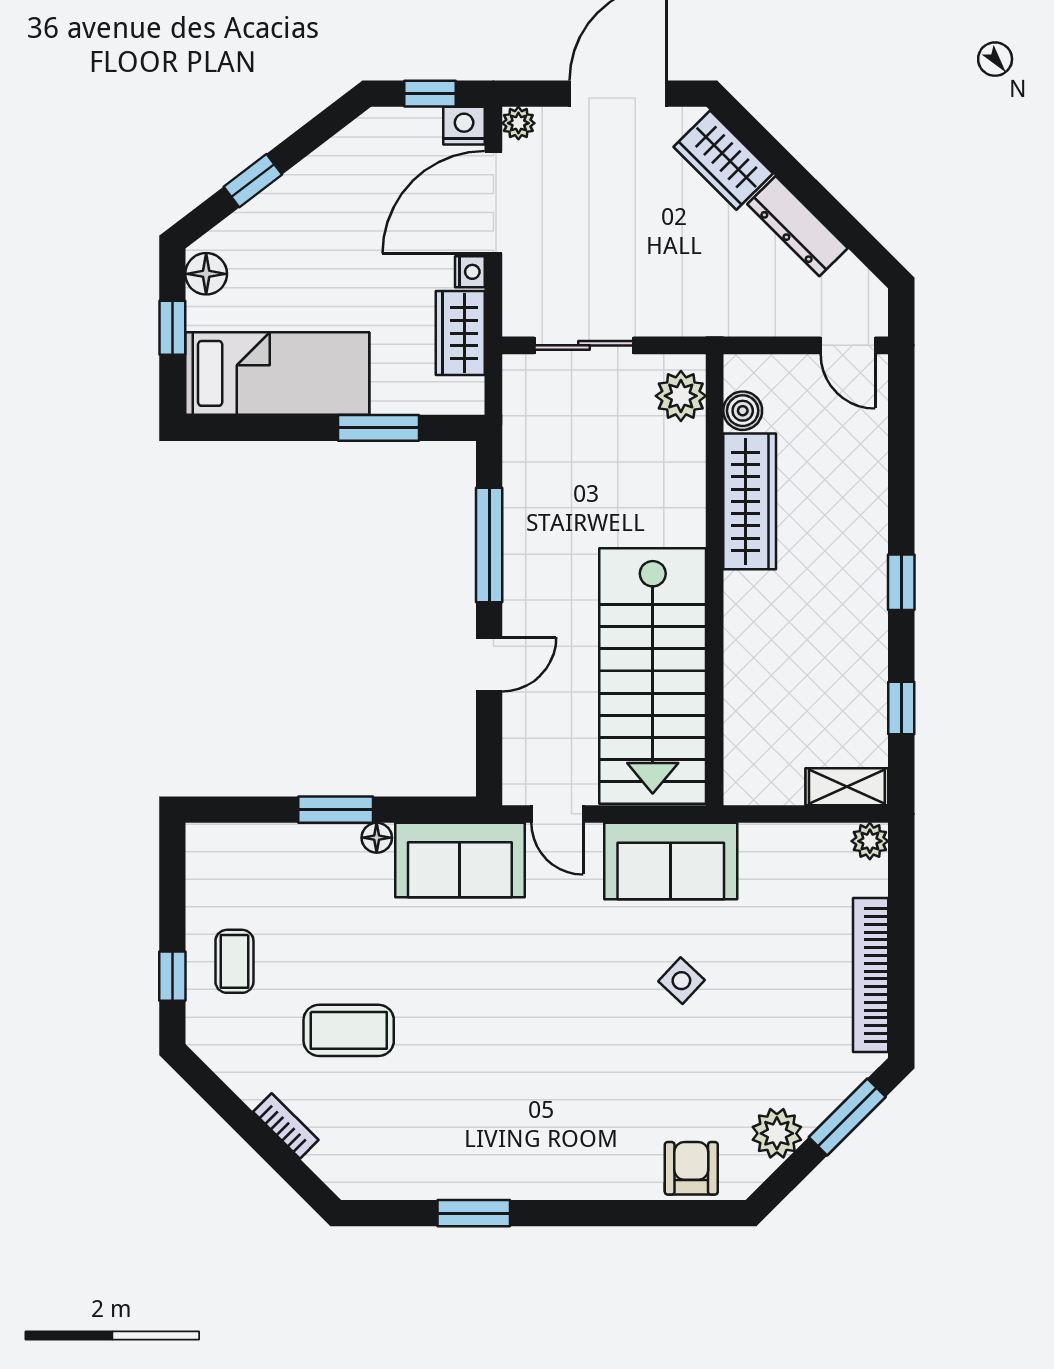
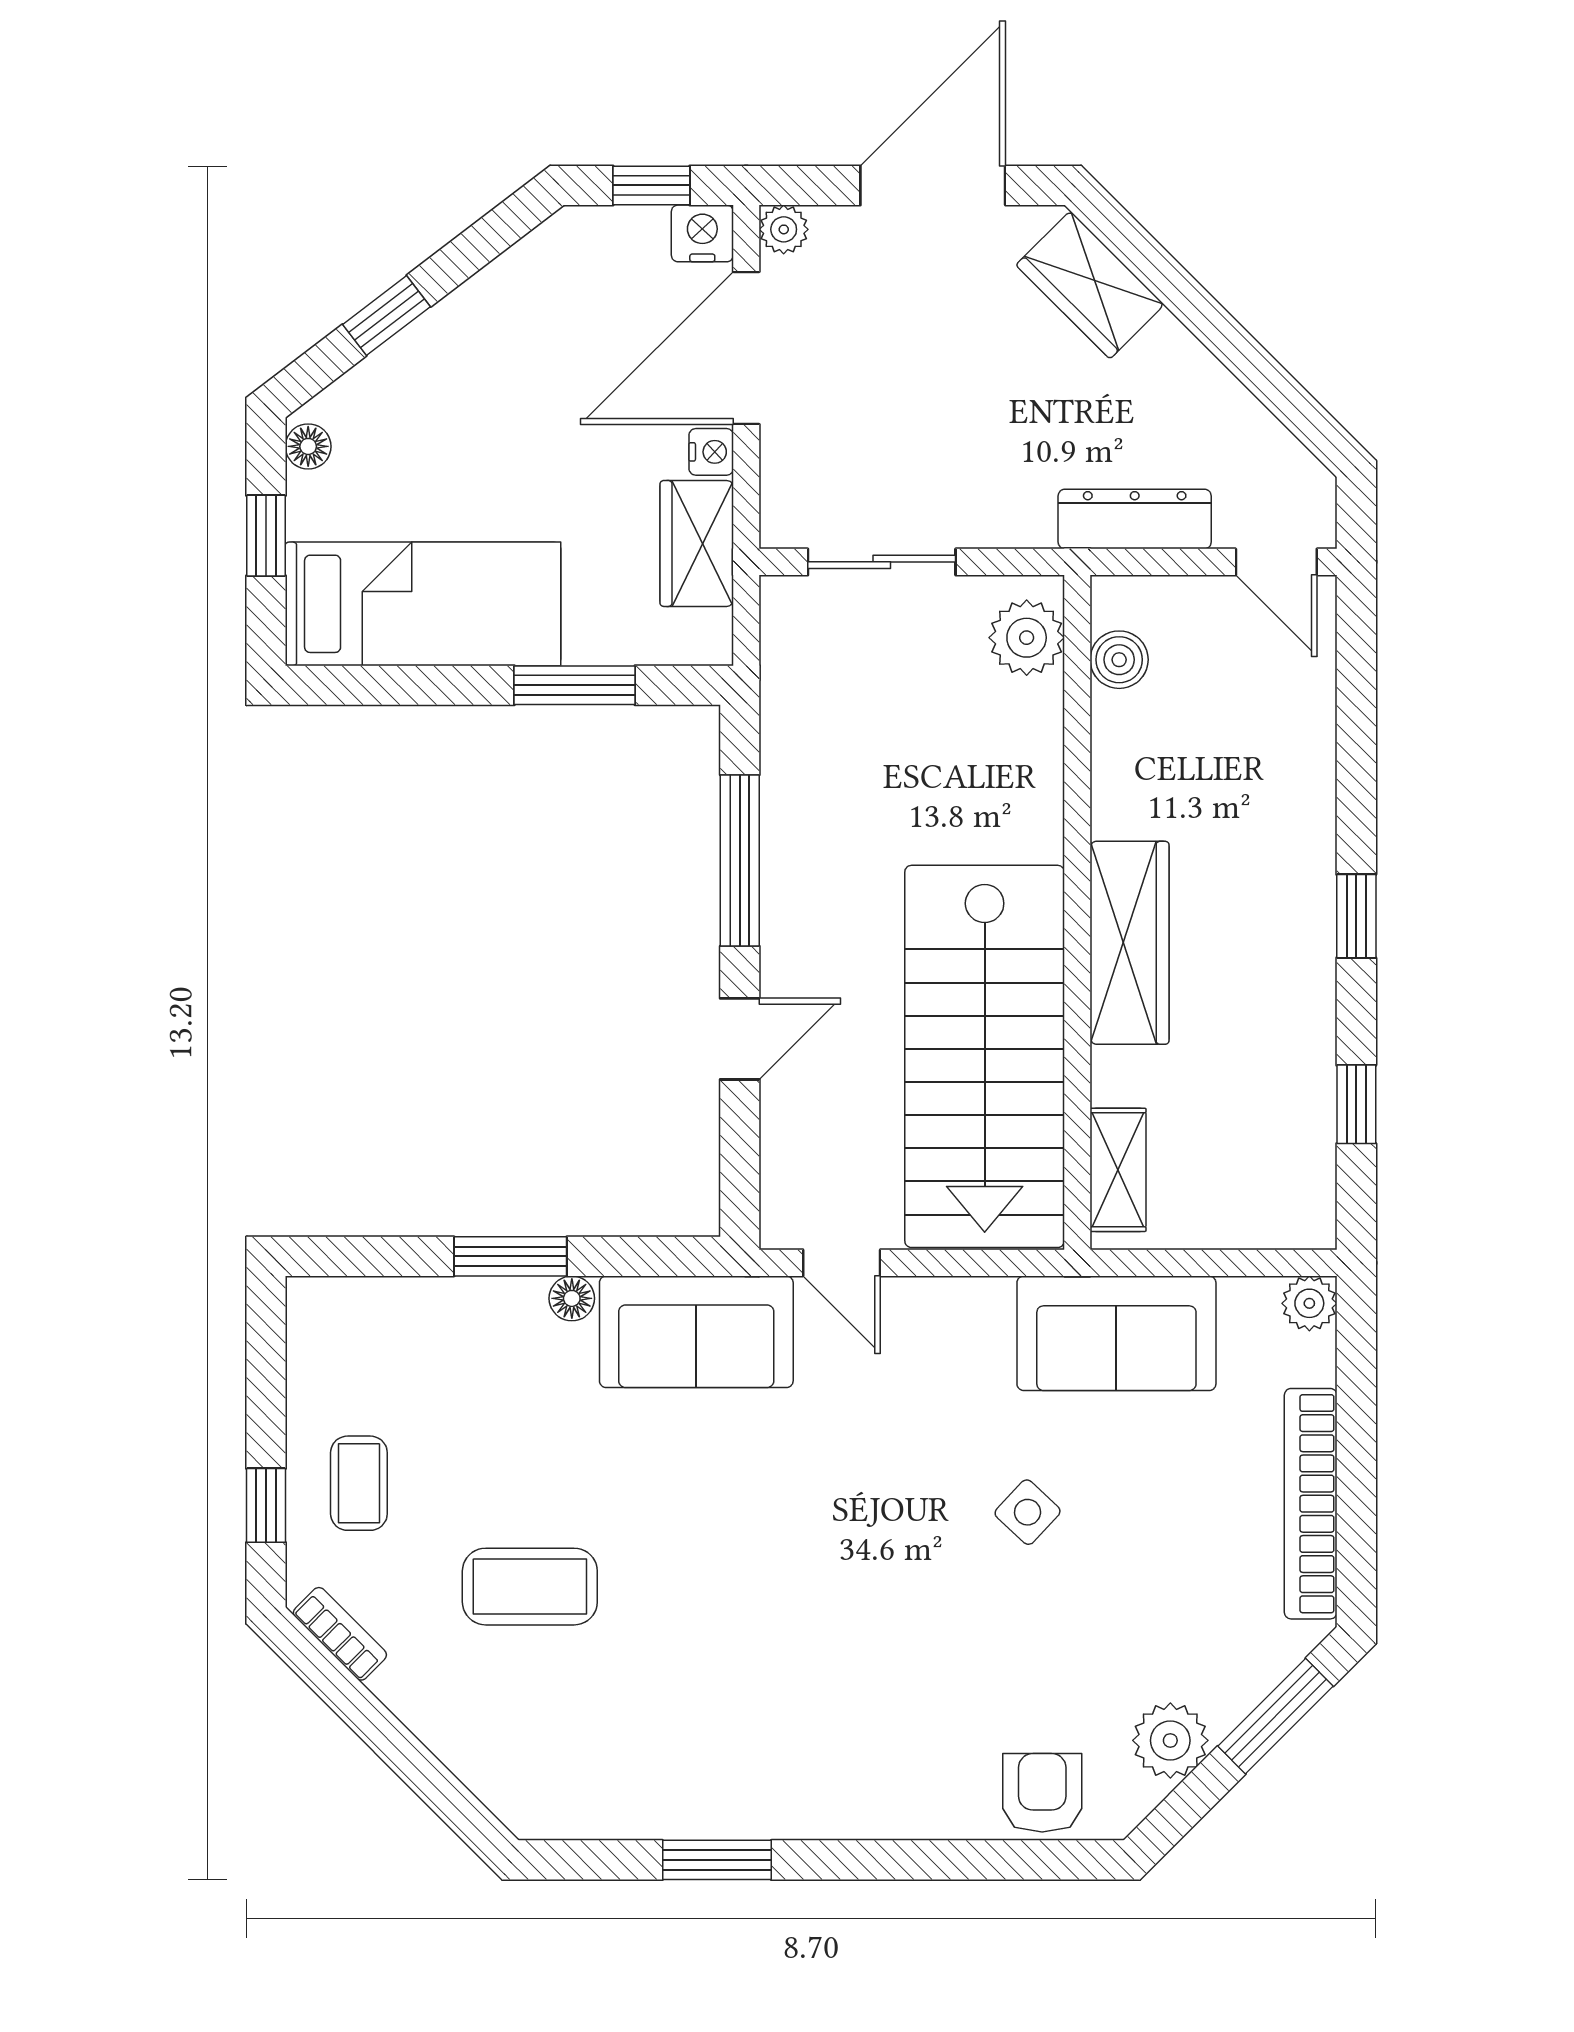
dresser: (797, 226) -> (1135, 519), moved, turned 135
floor lamp: (206, 274) -> (308, 446), width x0.73, depth x0.73
wardrobe: (750, 501) -> (1130, 943), moved
shelving: (847, 787) -> (1118, 1170), moved, turned 90
sofa: (671, 861) -> (1116, 1333), moved
bookcase: (286, 1126) -> (340, 1634), moved

